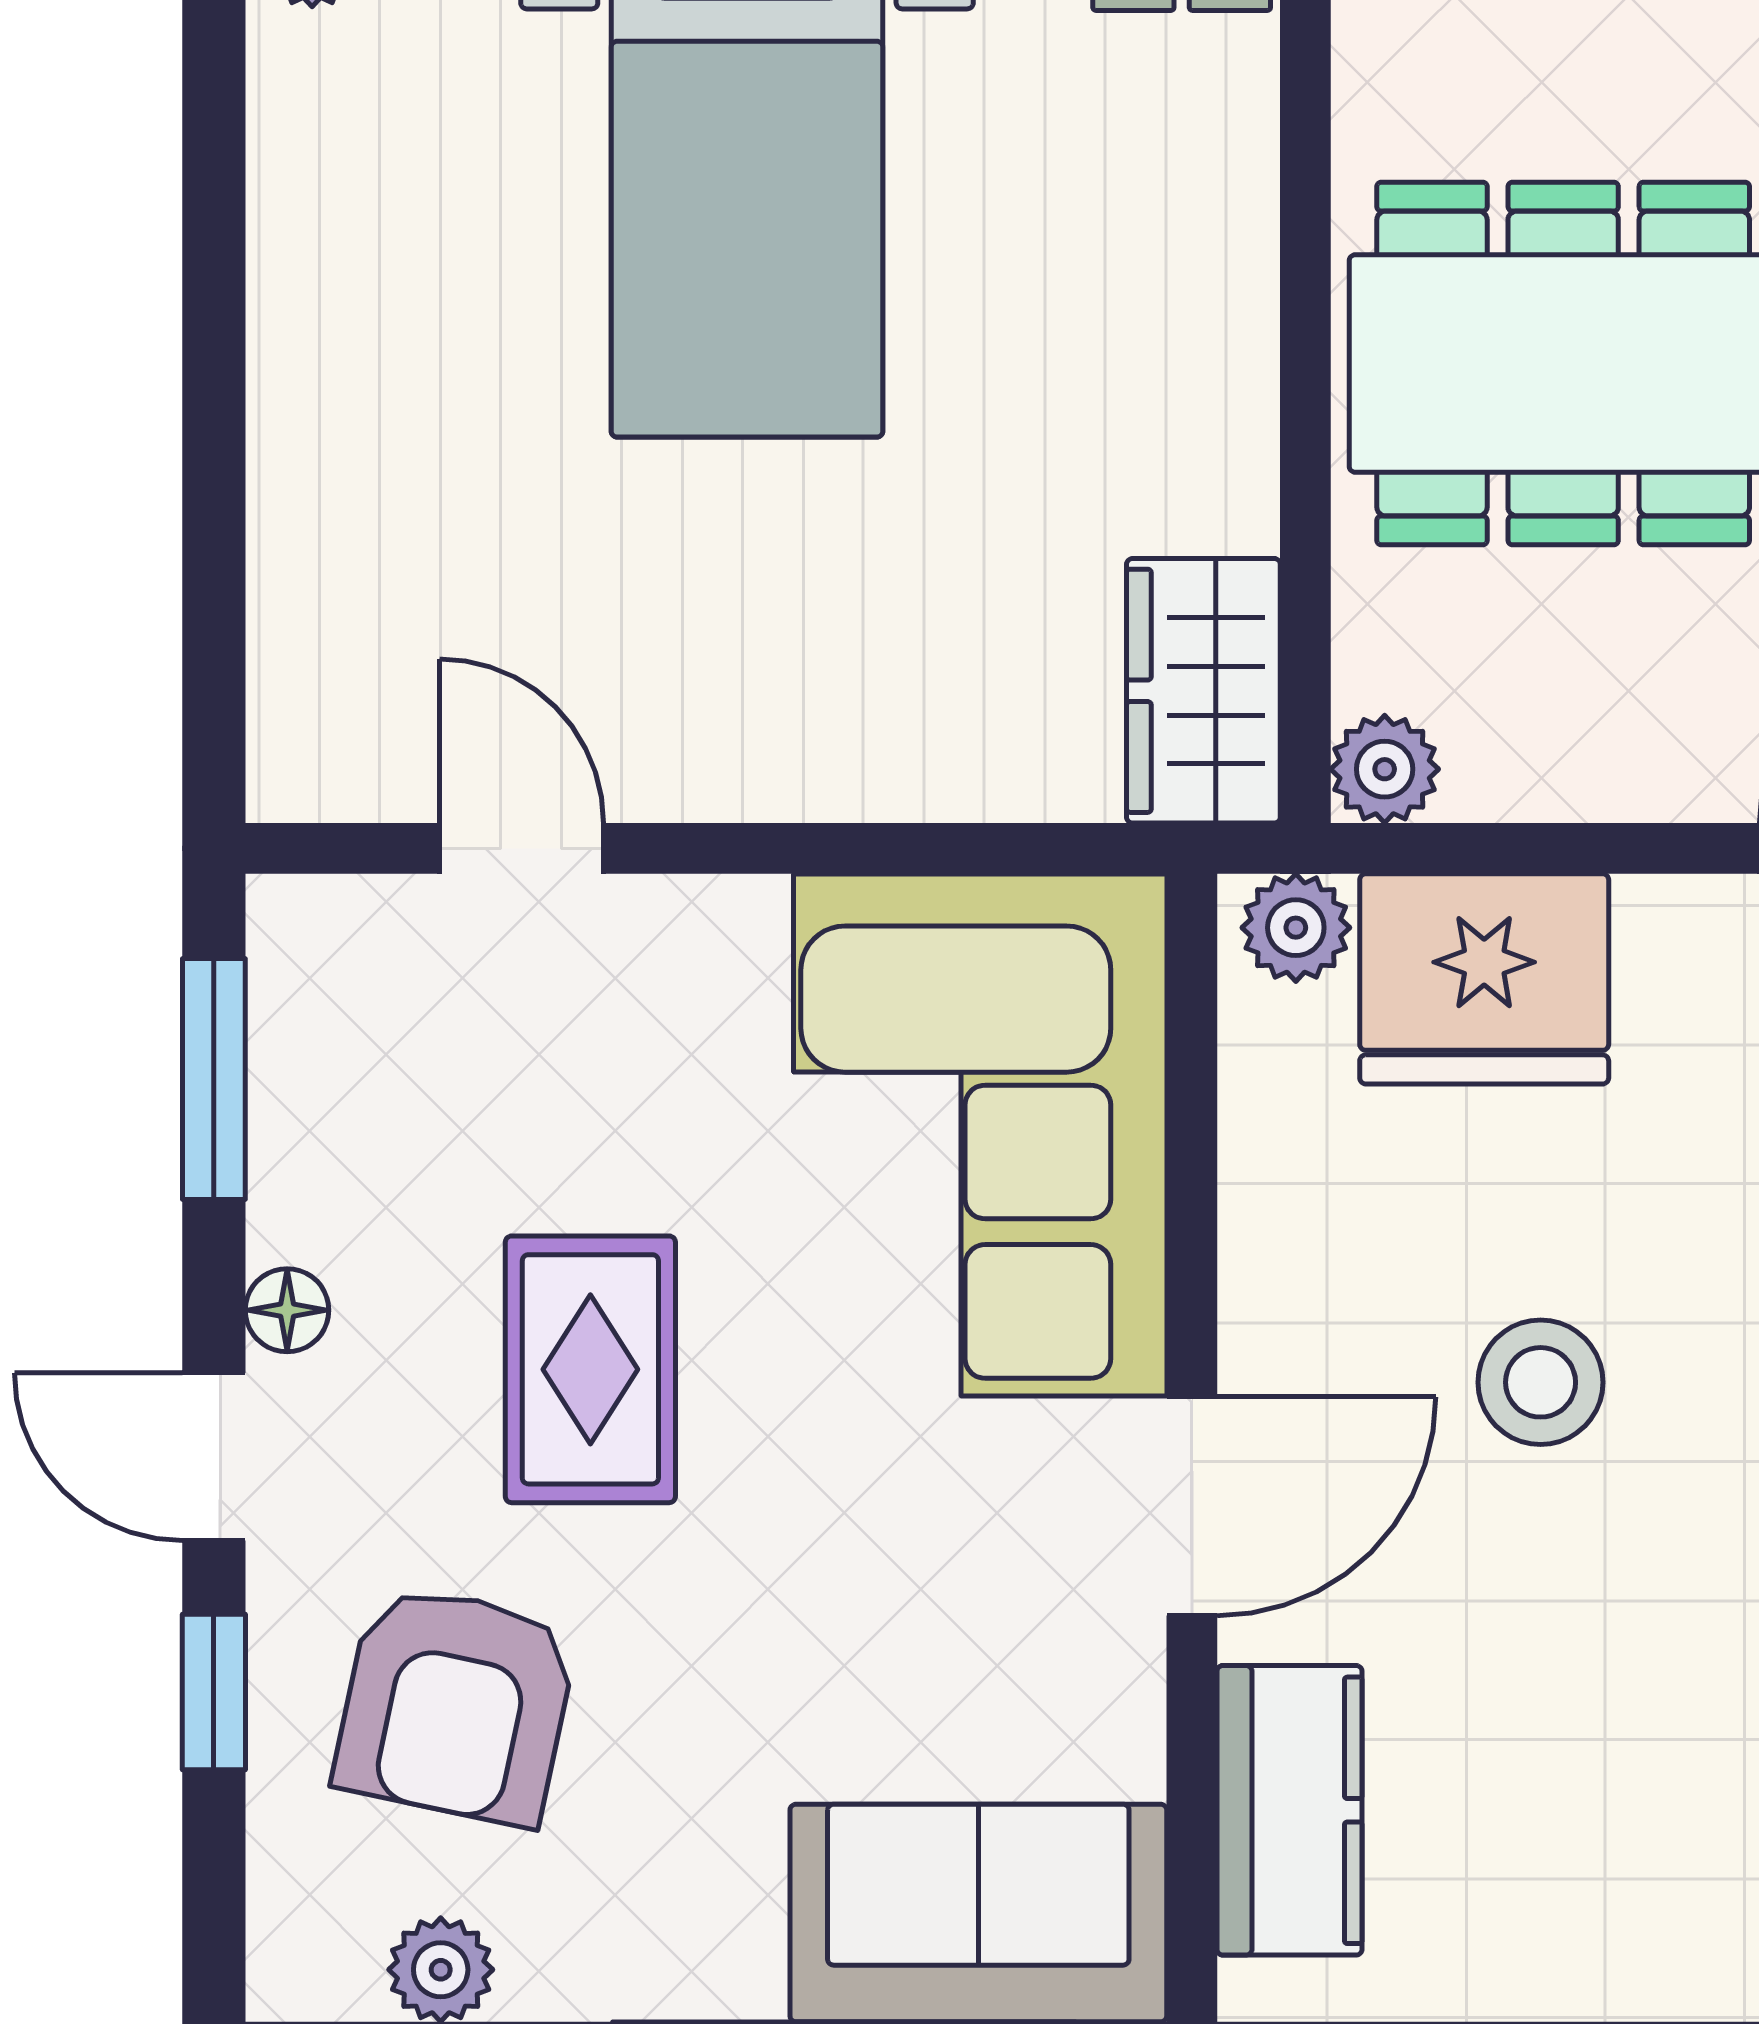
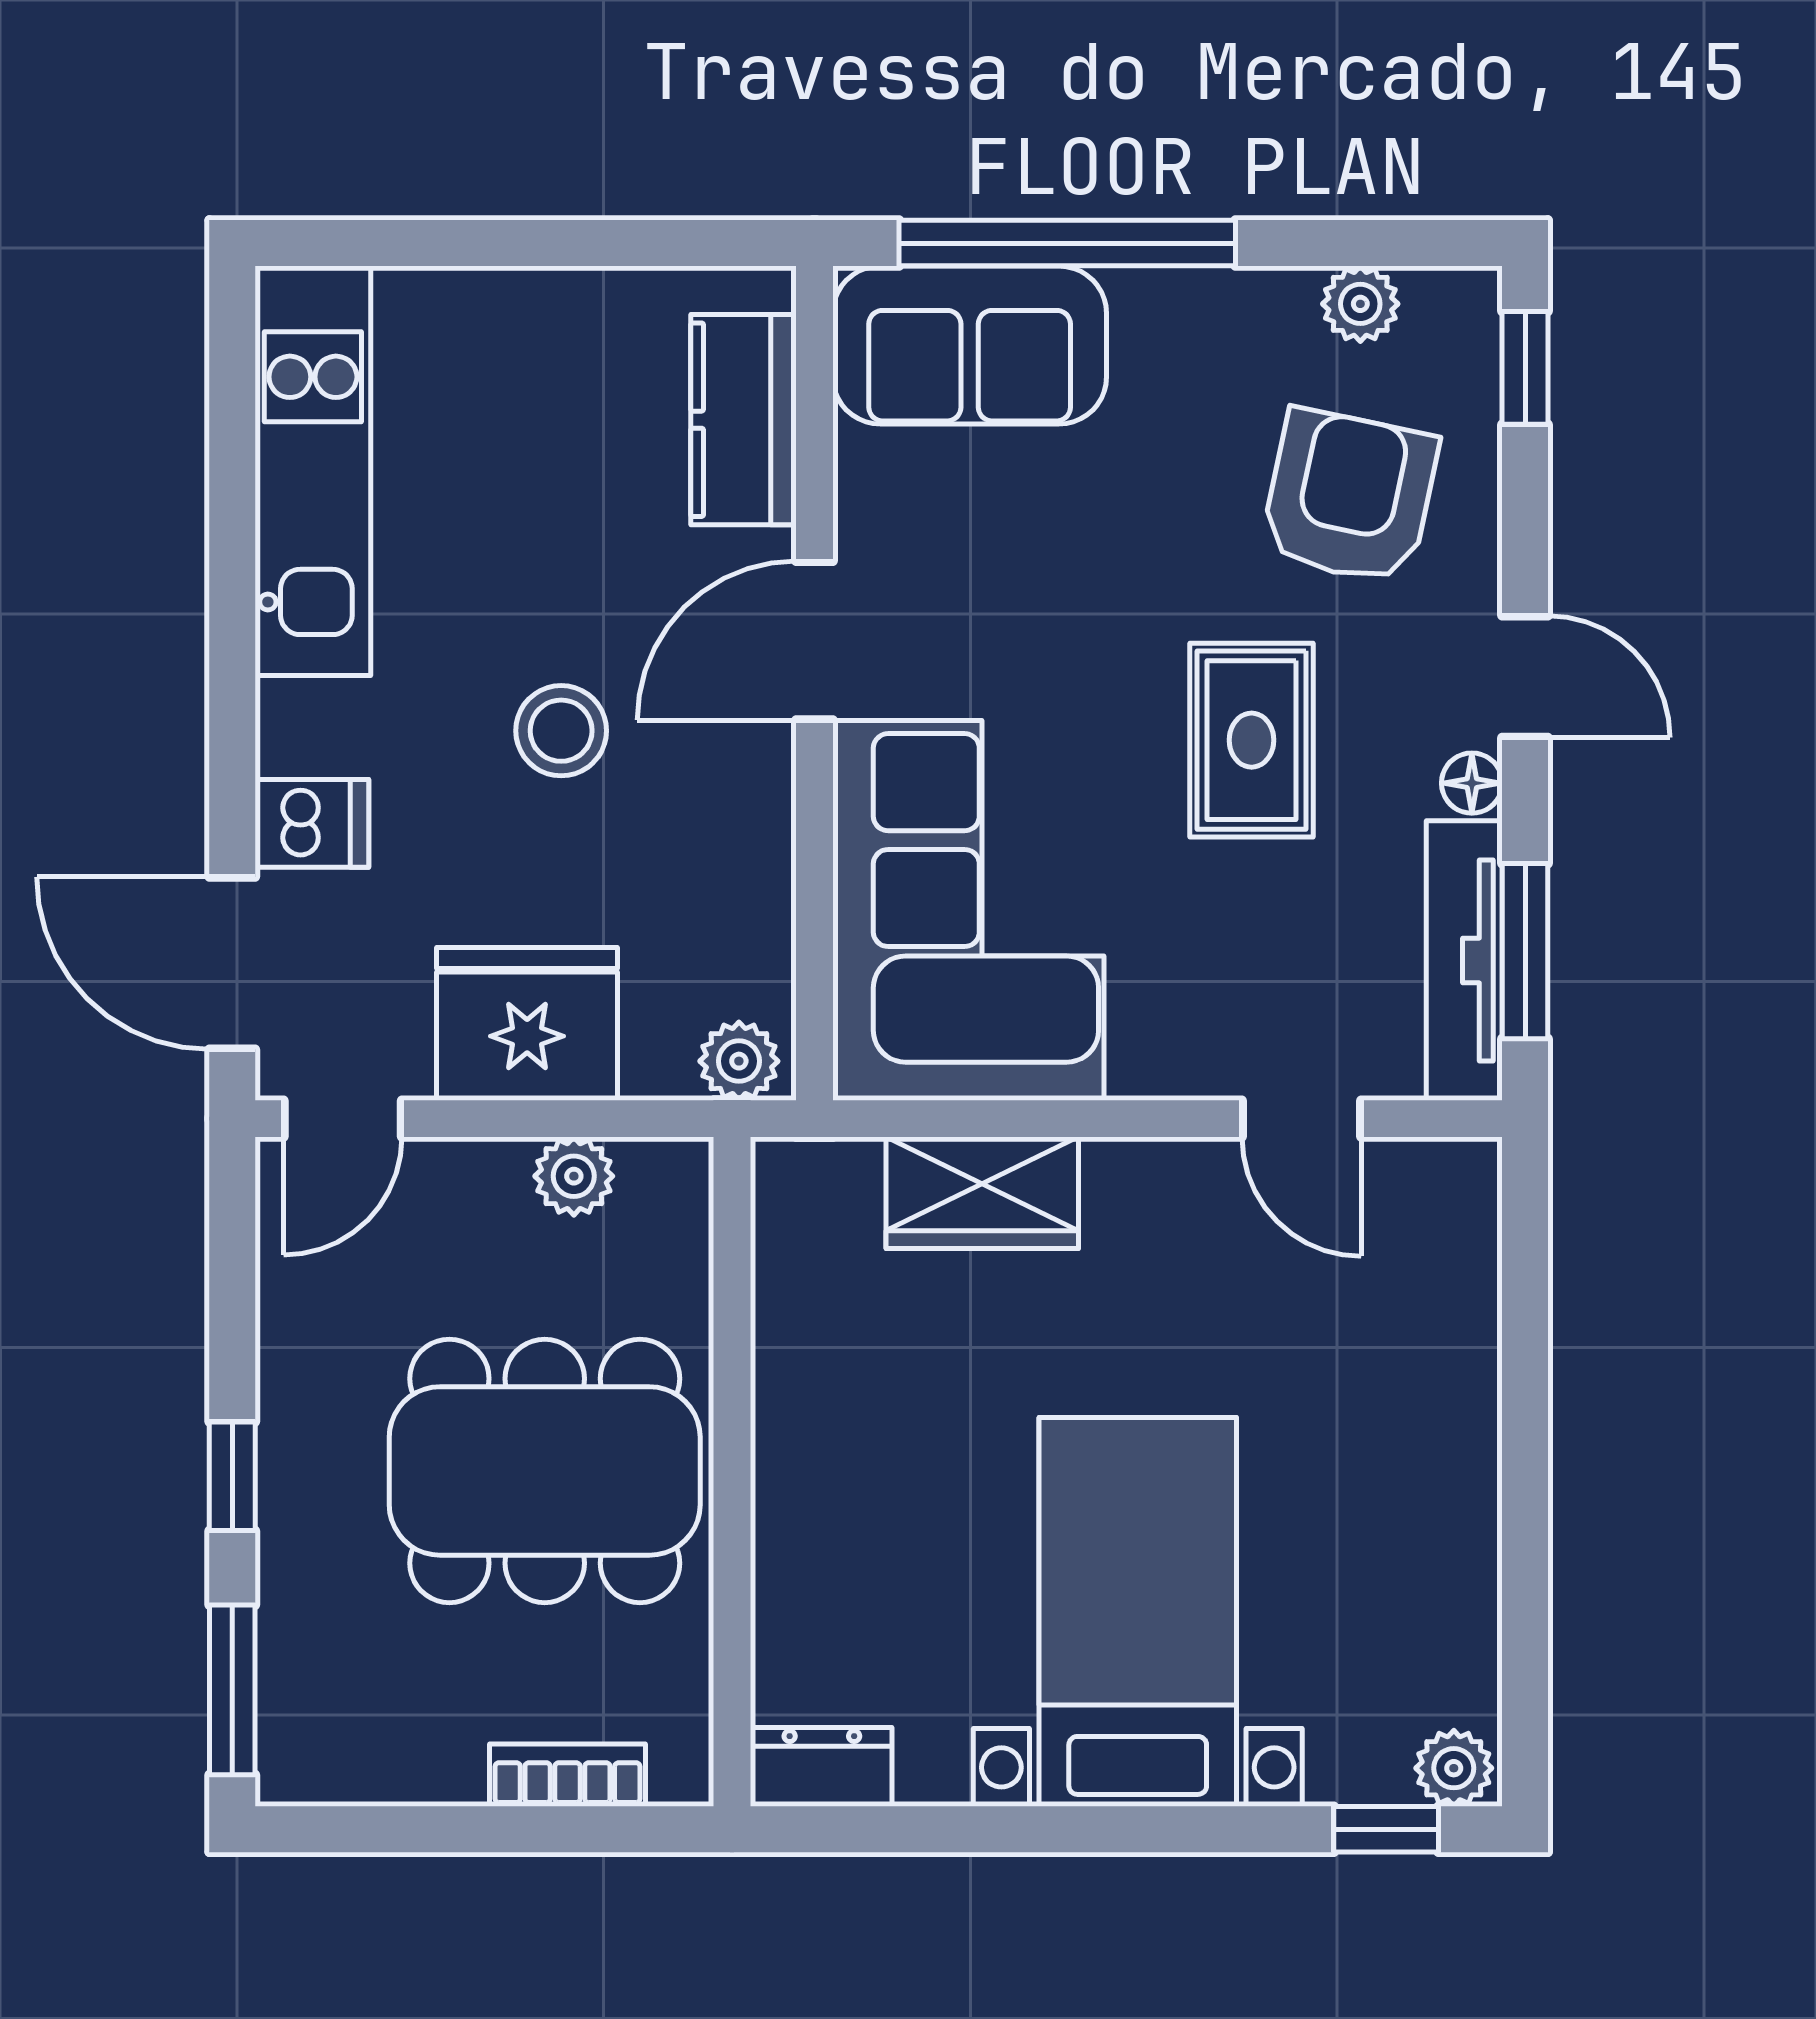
wardrobe: (1203, 691) -> (982, 1193), moved, turned 90
plant: (1385, 769) -> (574, 1176), moved
fridge: (1484, 979) -> (527, 1024), moved
tv unit: (298, 1066) -> (1464, 960), added
window: (214, 1692) -> (1525, 368), moved

